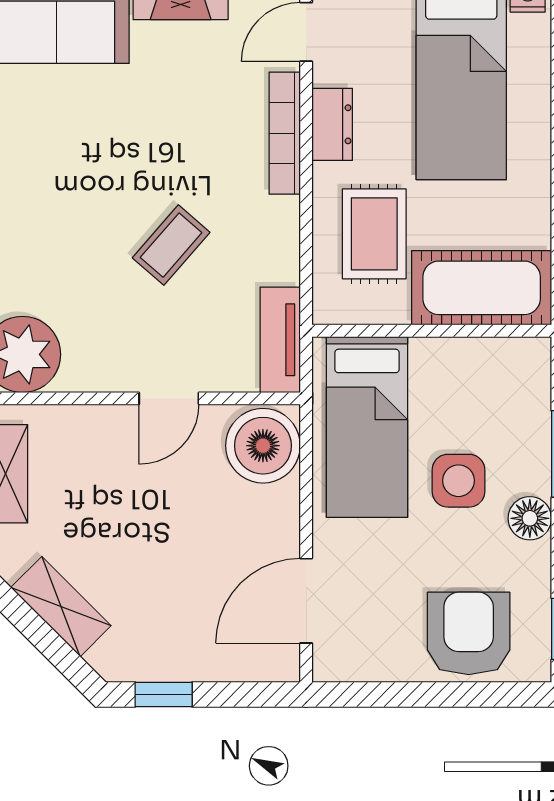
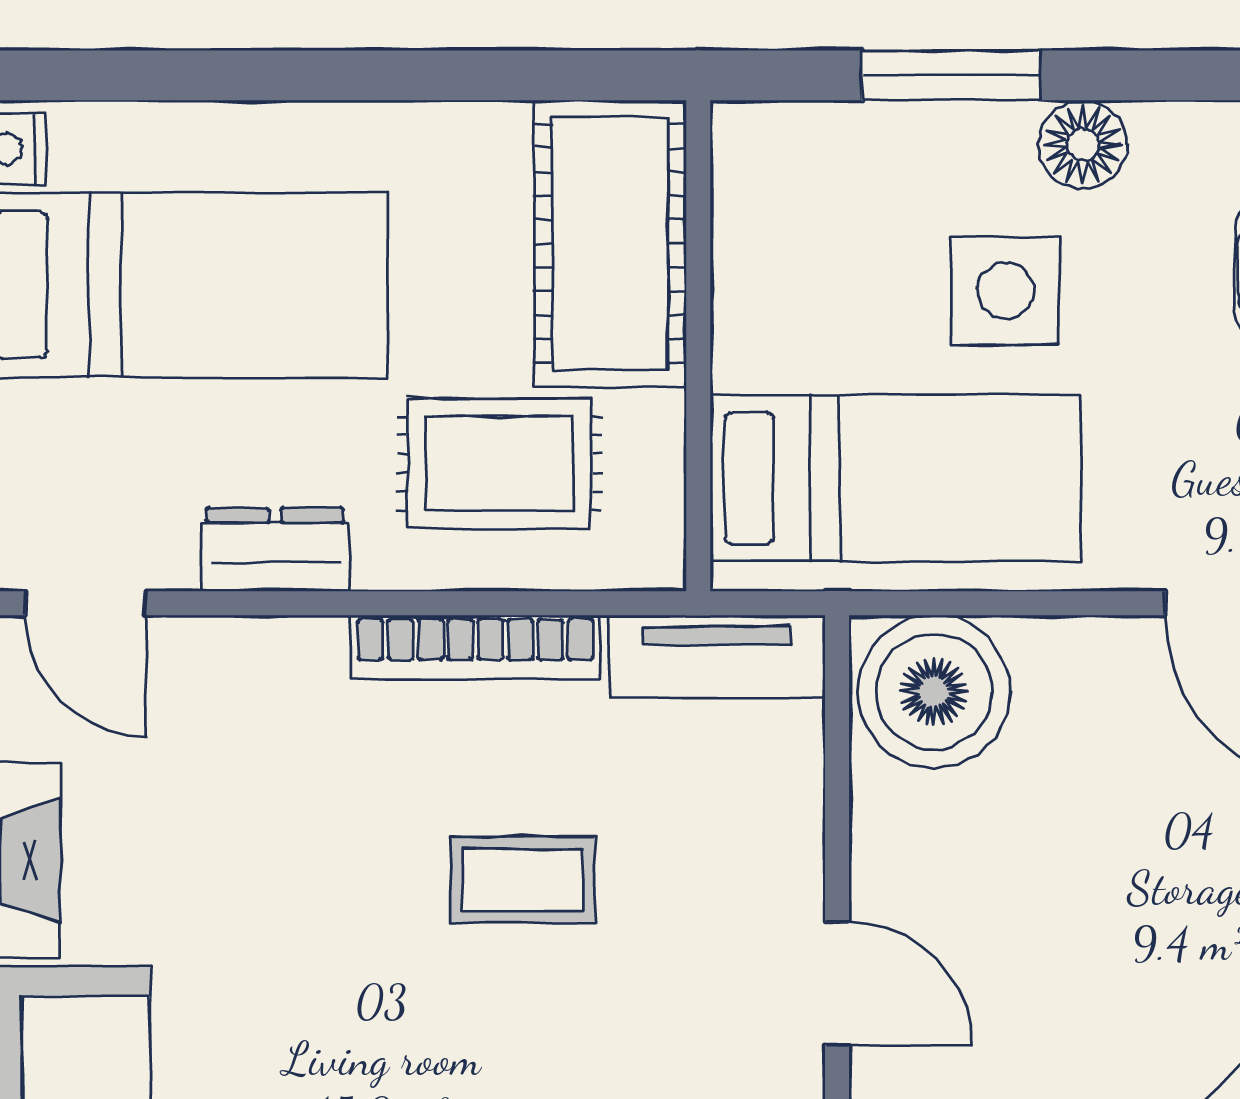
bookcase: (285, 133) -> (475, 647), moved
coffee table: (171, 245) -> (523, 880), turned -41
door: (169, 398) -> (837, 984), moved

